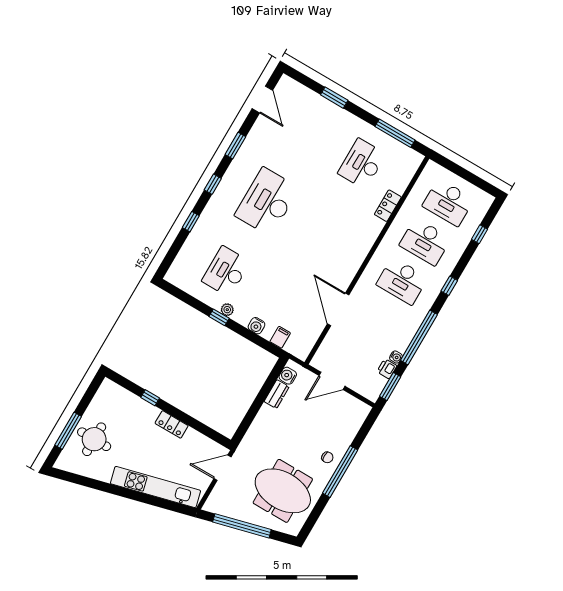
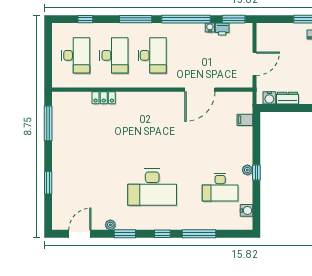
plant: (253, 136) -> (110, 225), added
desk: (362, 164) -> (84, 134), removed
window: (191, 222) -> (199, 234), width x2.17
window: (449, 286) -> (136, 19), width x2.17
water cooler: (256, 326) -> (246, 210), moved
door: (332, 381) -> (254, 64), hinge flipped

